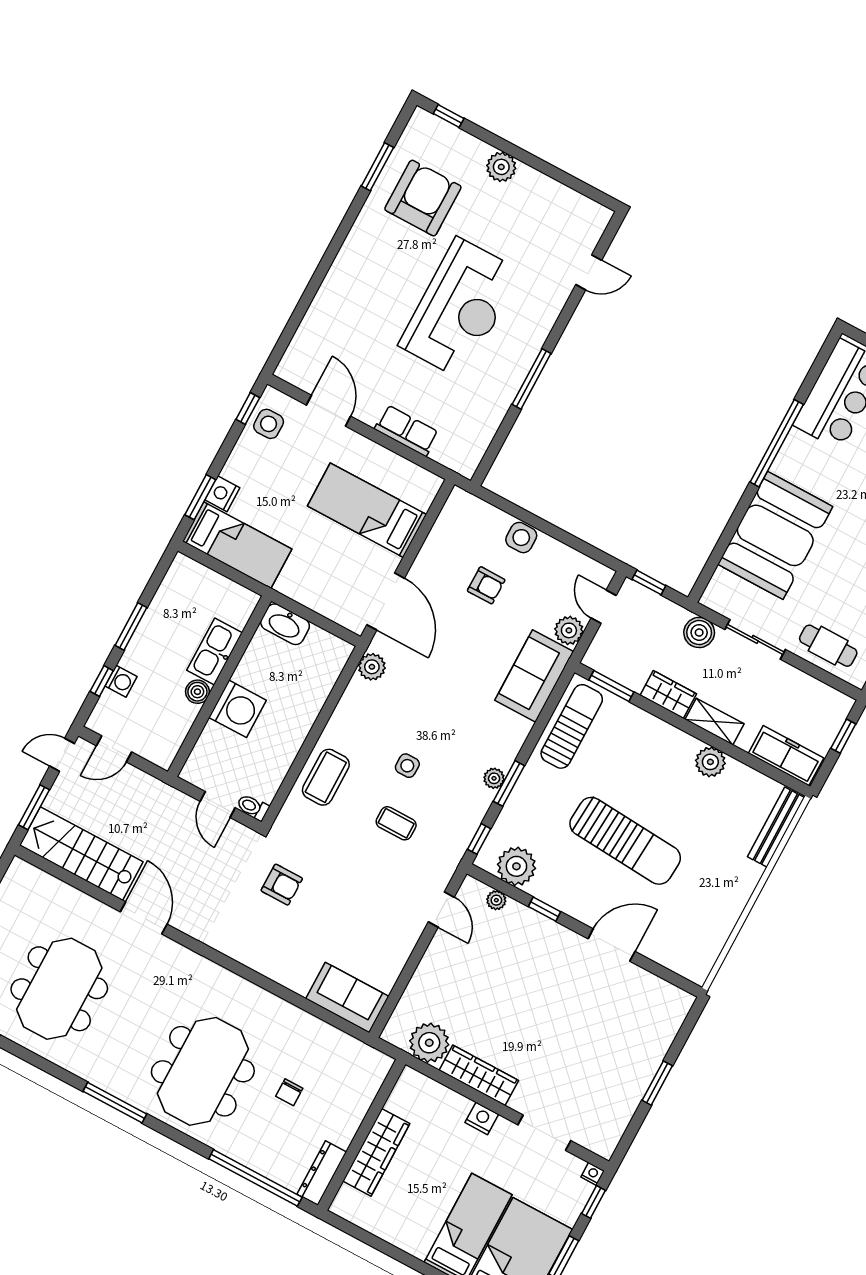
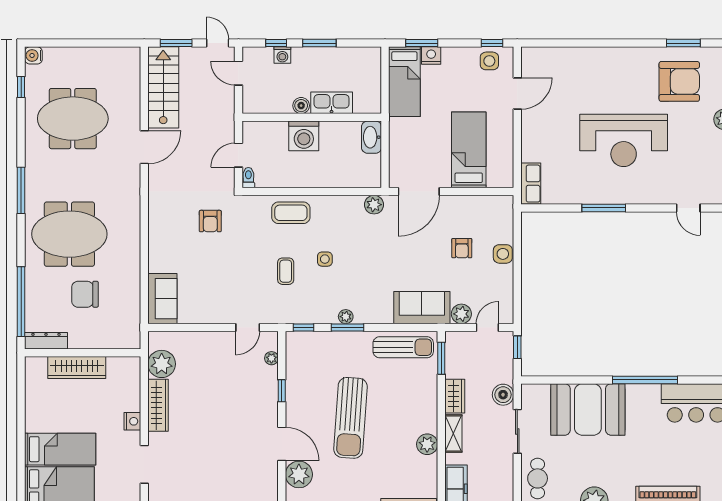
row of seats: (407, 431) -> (531, 184), moved
plant: (516, 866) -> (299, 474), moved
chair: (289, 1092) -> (85, 294), width x1.87, depth x1.87

